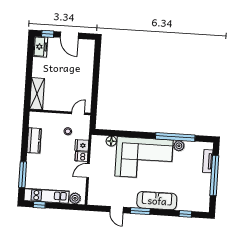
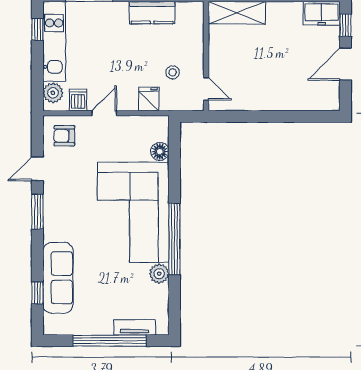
window: (175, 137) -> (174, 239), moved
dishwasher: (82, 157) -> (78, 100), moved
door: (88, 171) -> (104, 113), hinge flipped
armchair: (99, 193) -> (64, 136), added
sofa: (157, 201) -> (58, 278), moved

